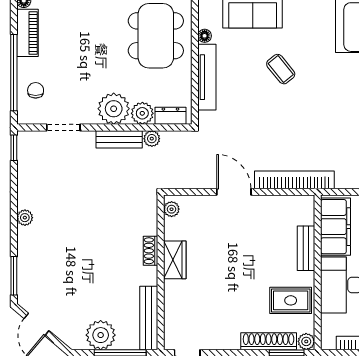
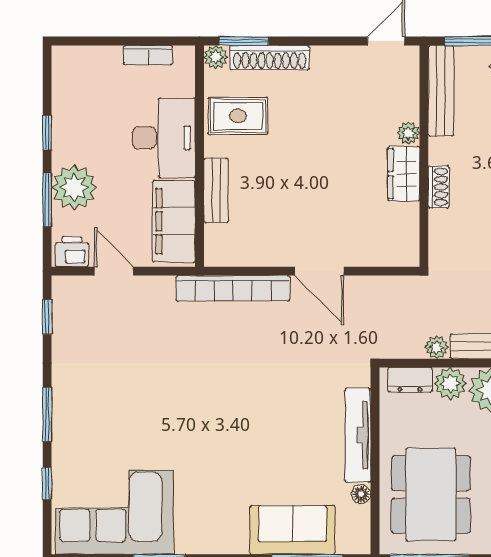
coffee table: (281, 69) -> (252, 447), removed
plant: (172, 209) -> (408, 133), moved

